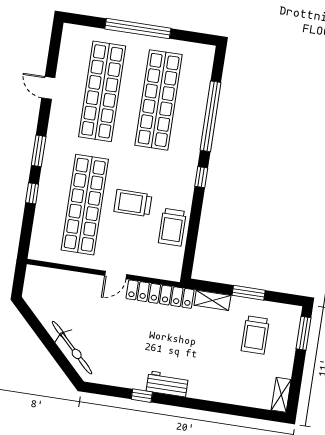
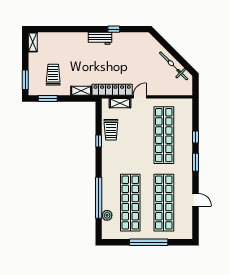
plant: (201, 84) -> (107, 215), added
window: (201, 177) -> (99, 141), moved
trolley: (133, 203) -> (136, 140), removed
trolley: (172, 227) -> (111, 130), turned 180
shelving: (150, 270) -> (120, 103), added
window: (249, 293) -> (48, 98), moved
bicycle: (72, 348) -> (174, 66), moved

